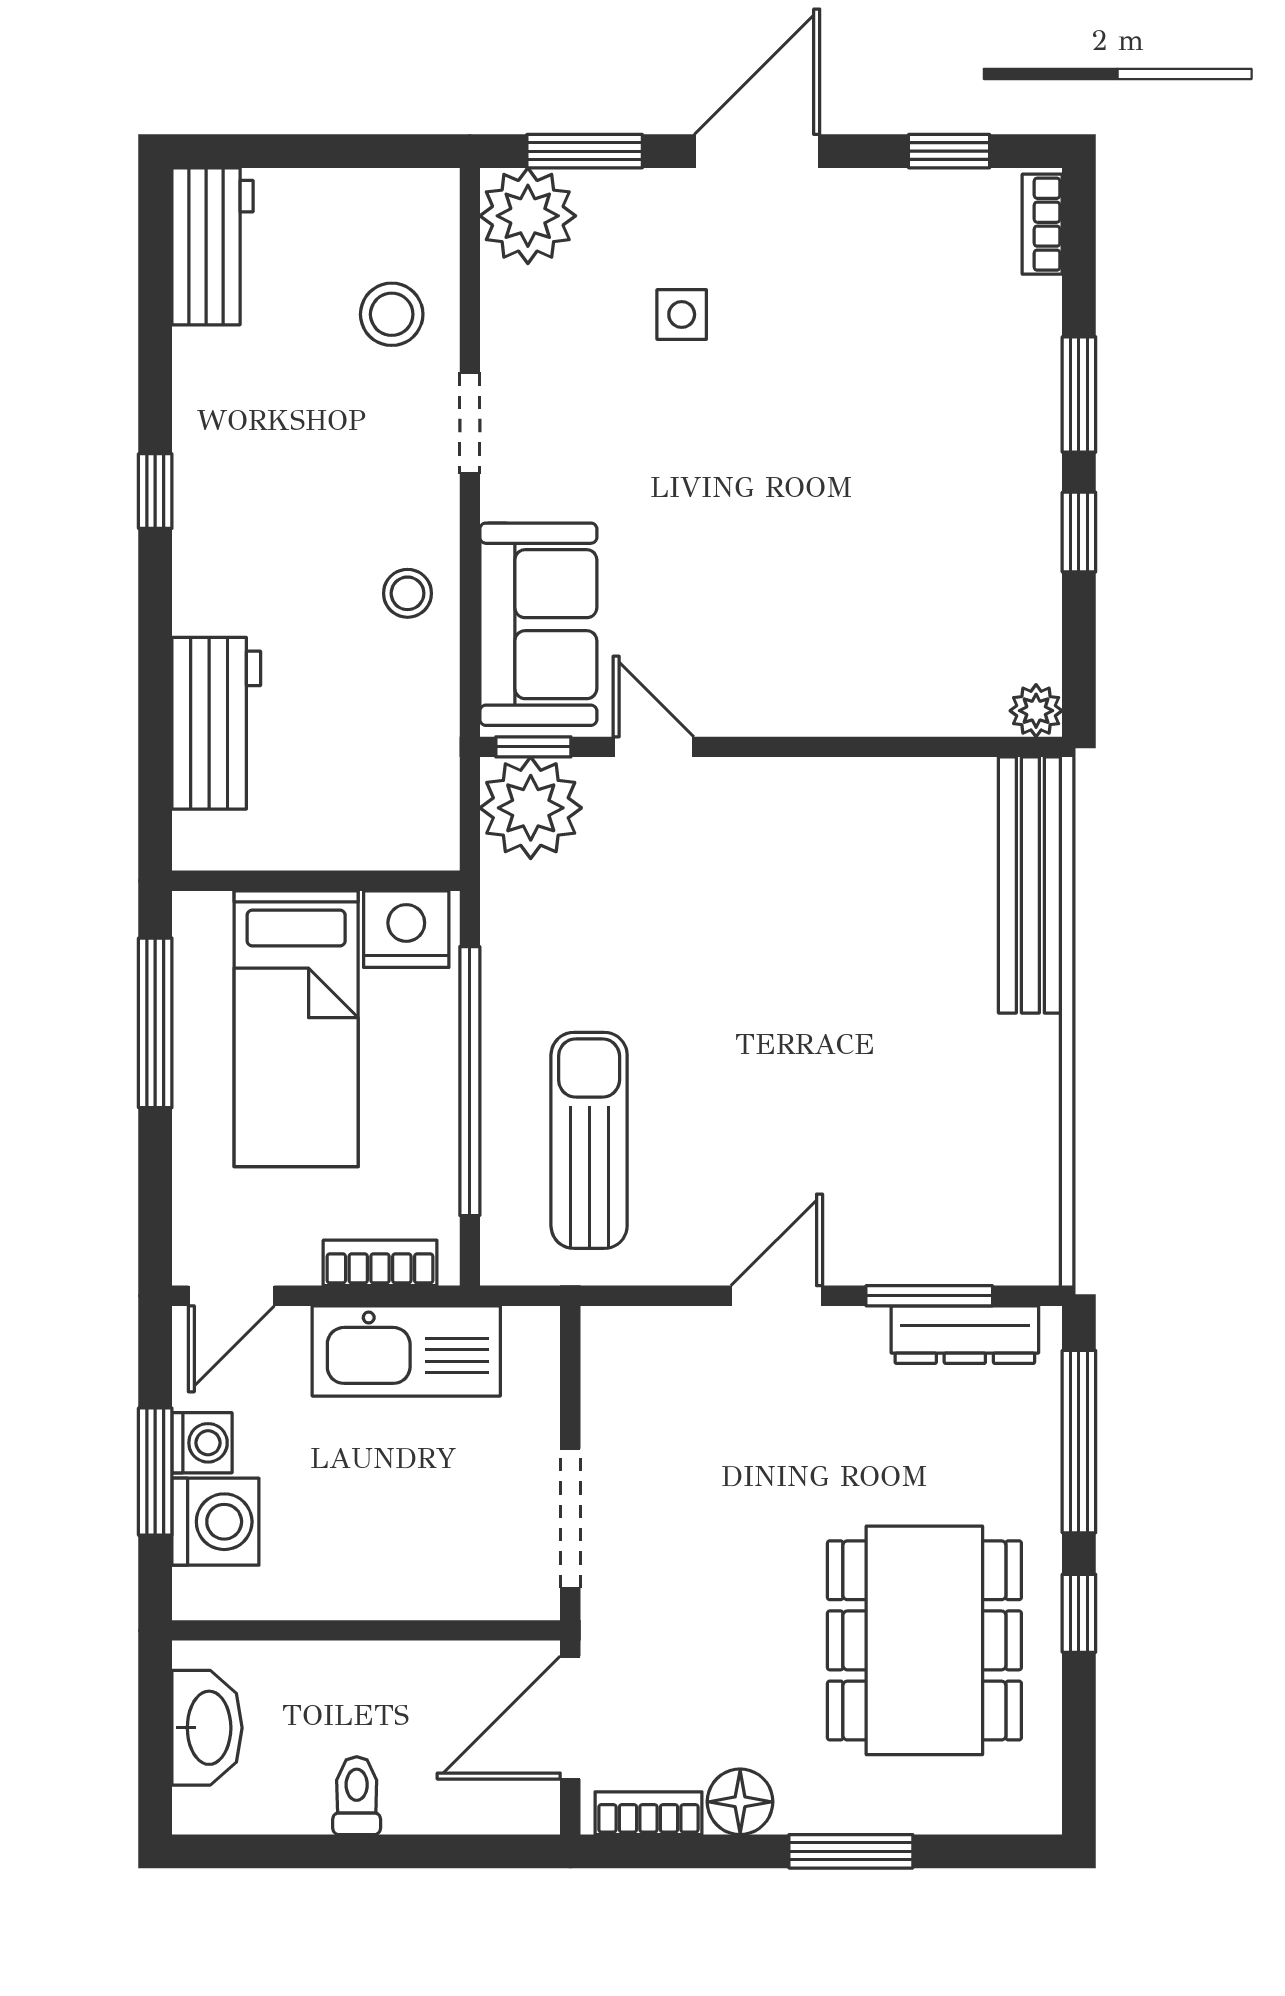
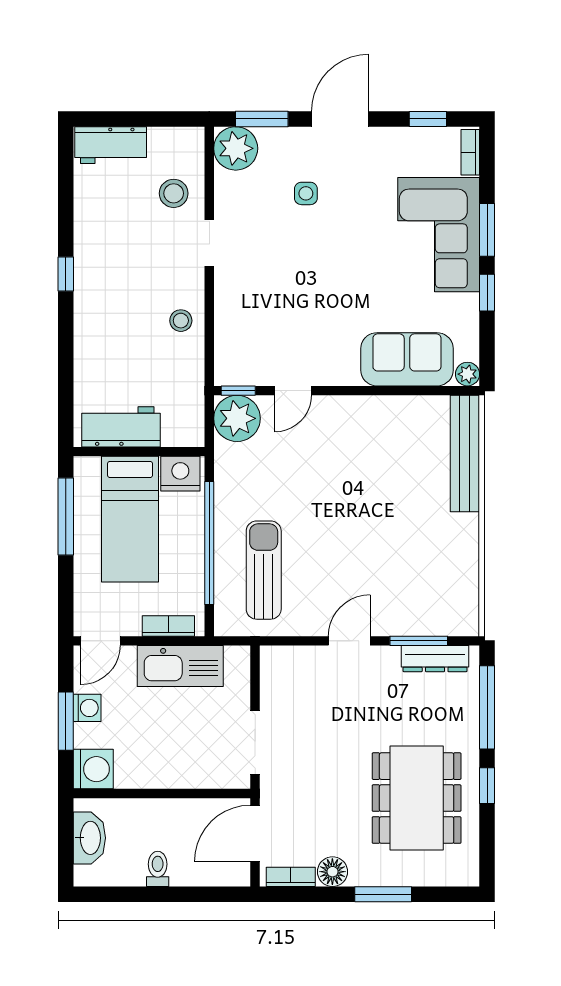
workbench: (212, 246) -> (111, 145), moved, turned 90
corner sofa: (973, 405) -> (439, 235), added
sofa: (538, 624) -> (407, 359), moved, turned -90
workbench: (216, 723) -> (121, 427), moved, turned -90
door: (653, 747) -> (293, 391), swing flipped
washing machine: (215, 1522) -> (93, 769), moved

